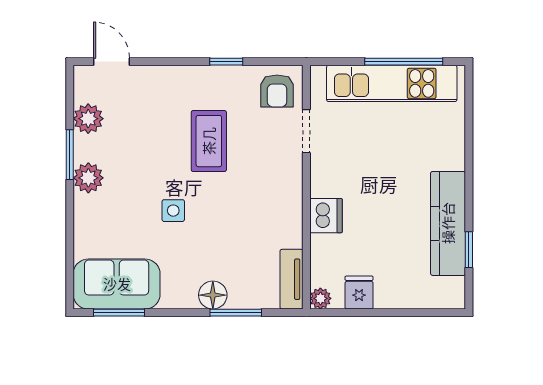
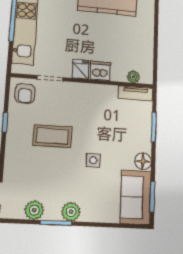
armchair: (277, 91) -> (25, 93), turned 90
fridge: (359, 293) -> (81, 69), moved, turned 90
floor lamp: (213, 295) -> (143, 161), moved
plant: (320, 298) -> (133, 77), moved

